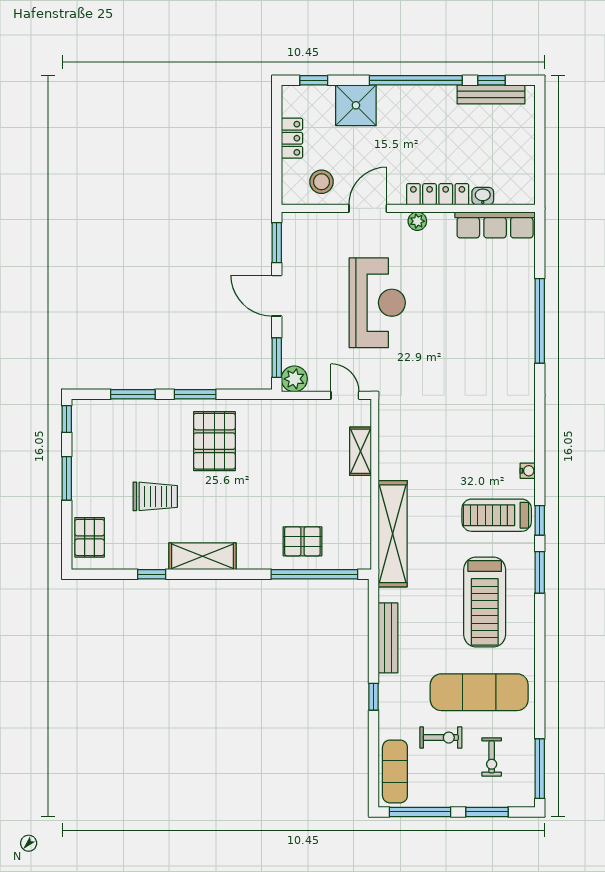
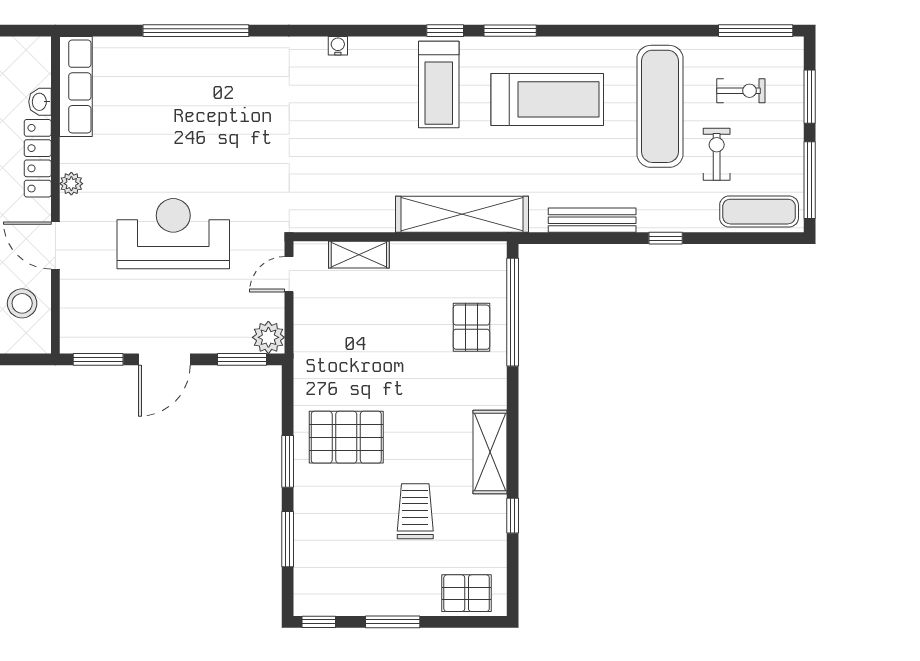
water cooler: (528, 471) -> (338, 46), moved

